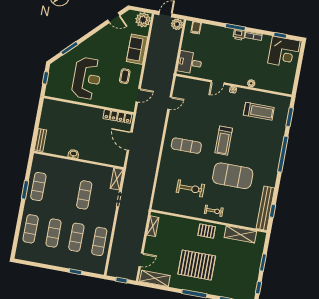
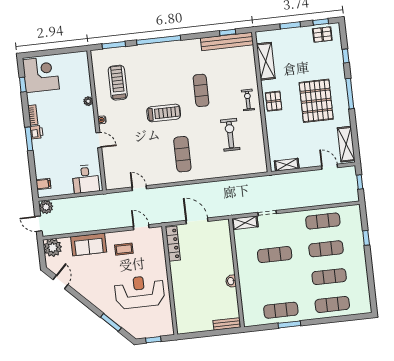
door: (130, 141) -> (197, 221), swing flipped
exercise mat: (233, 176) -> (201, 90), width x0.50, depth x0.69
pallet: (248, 286) -> (322, 35), added

